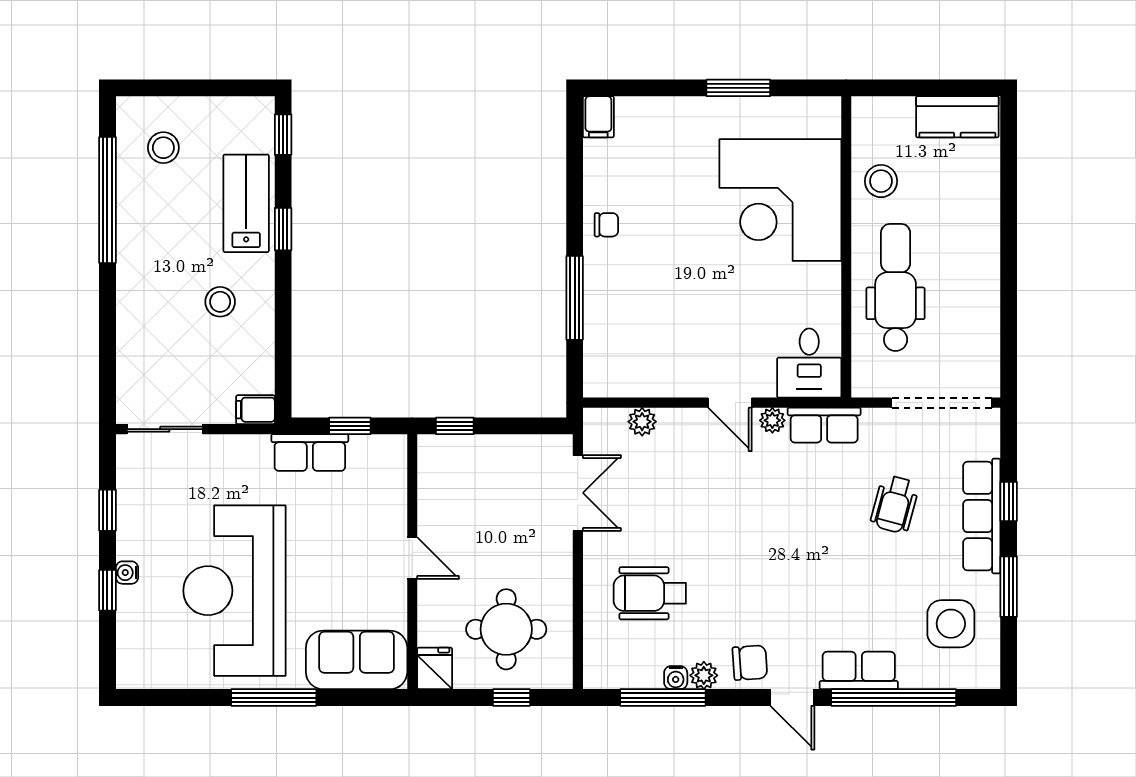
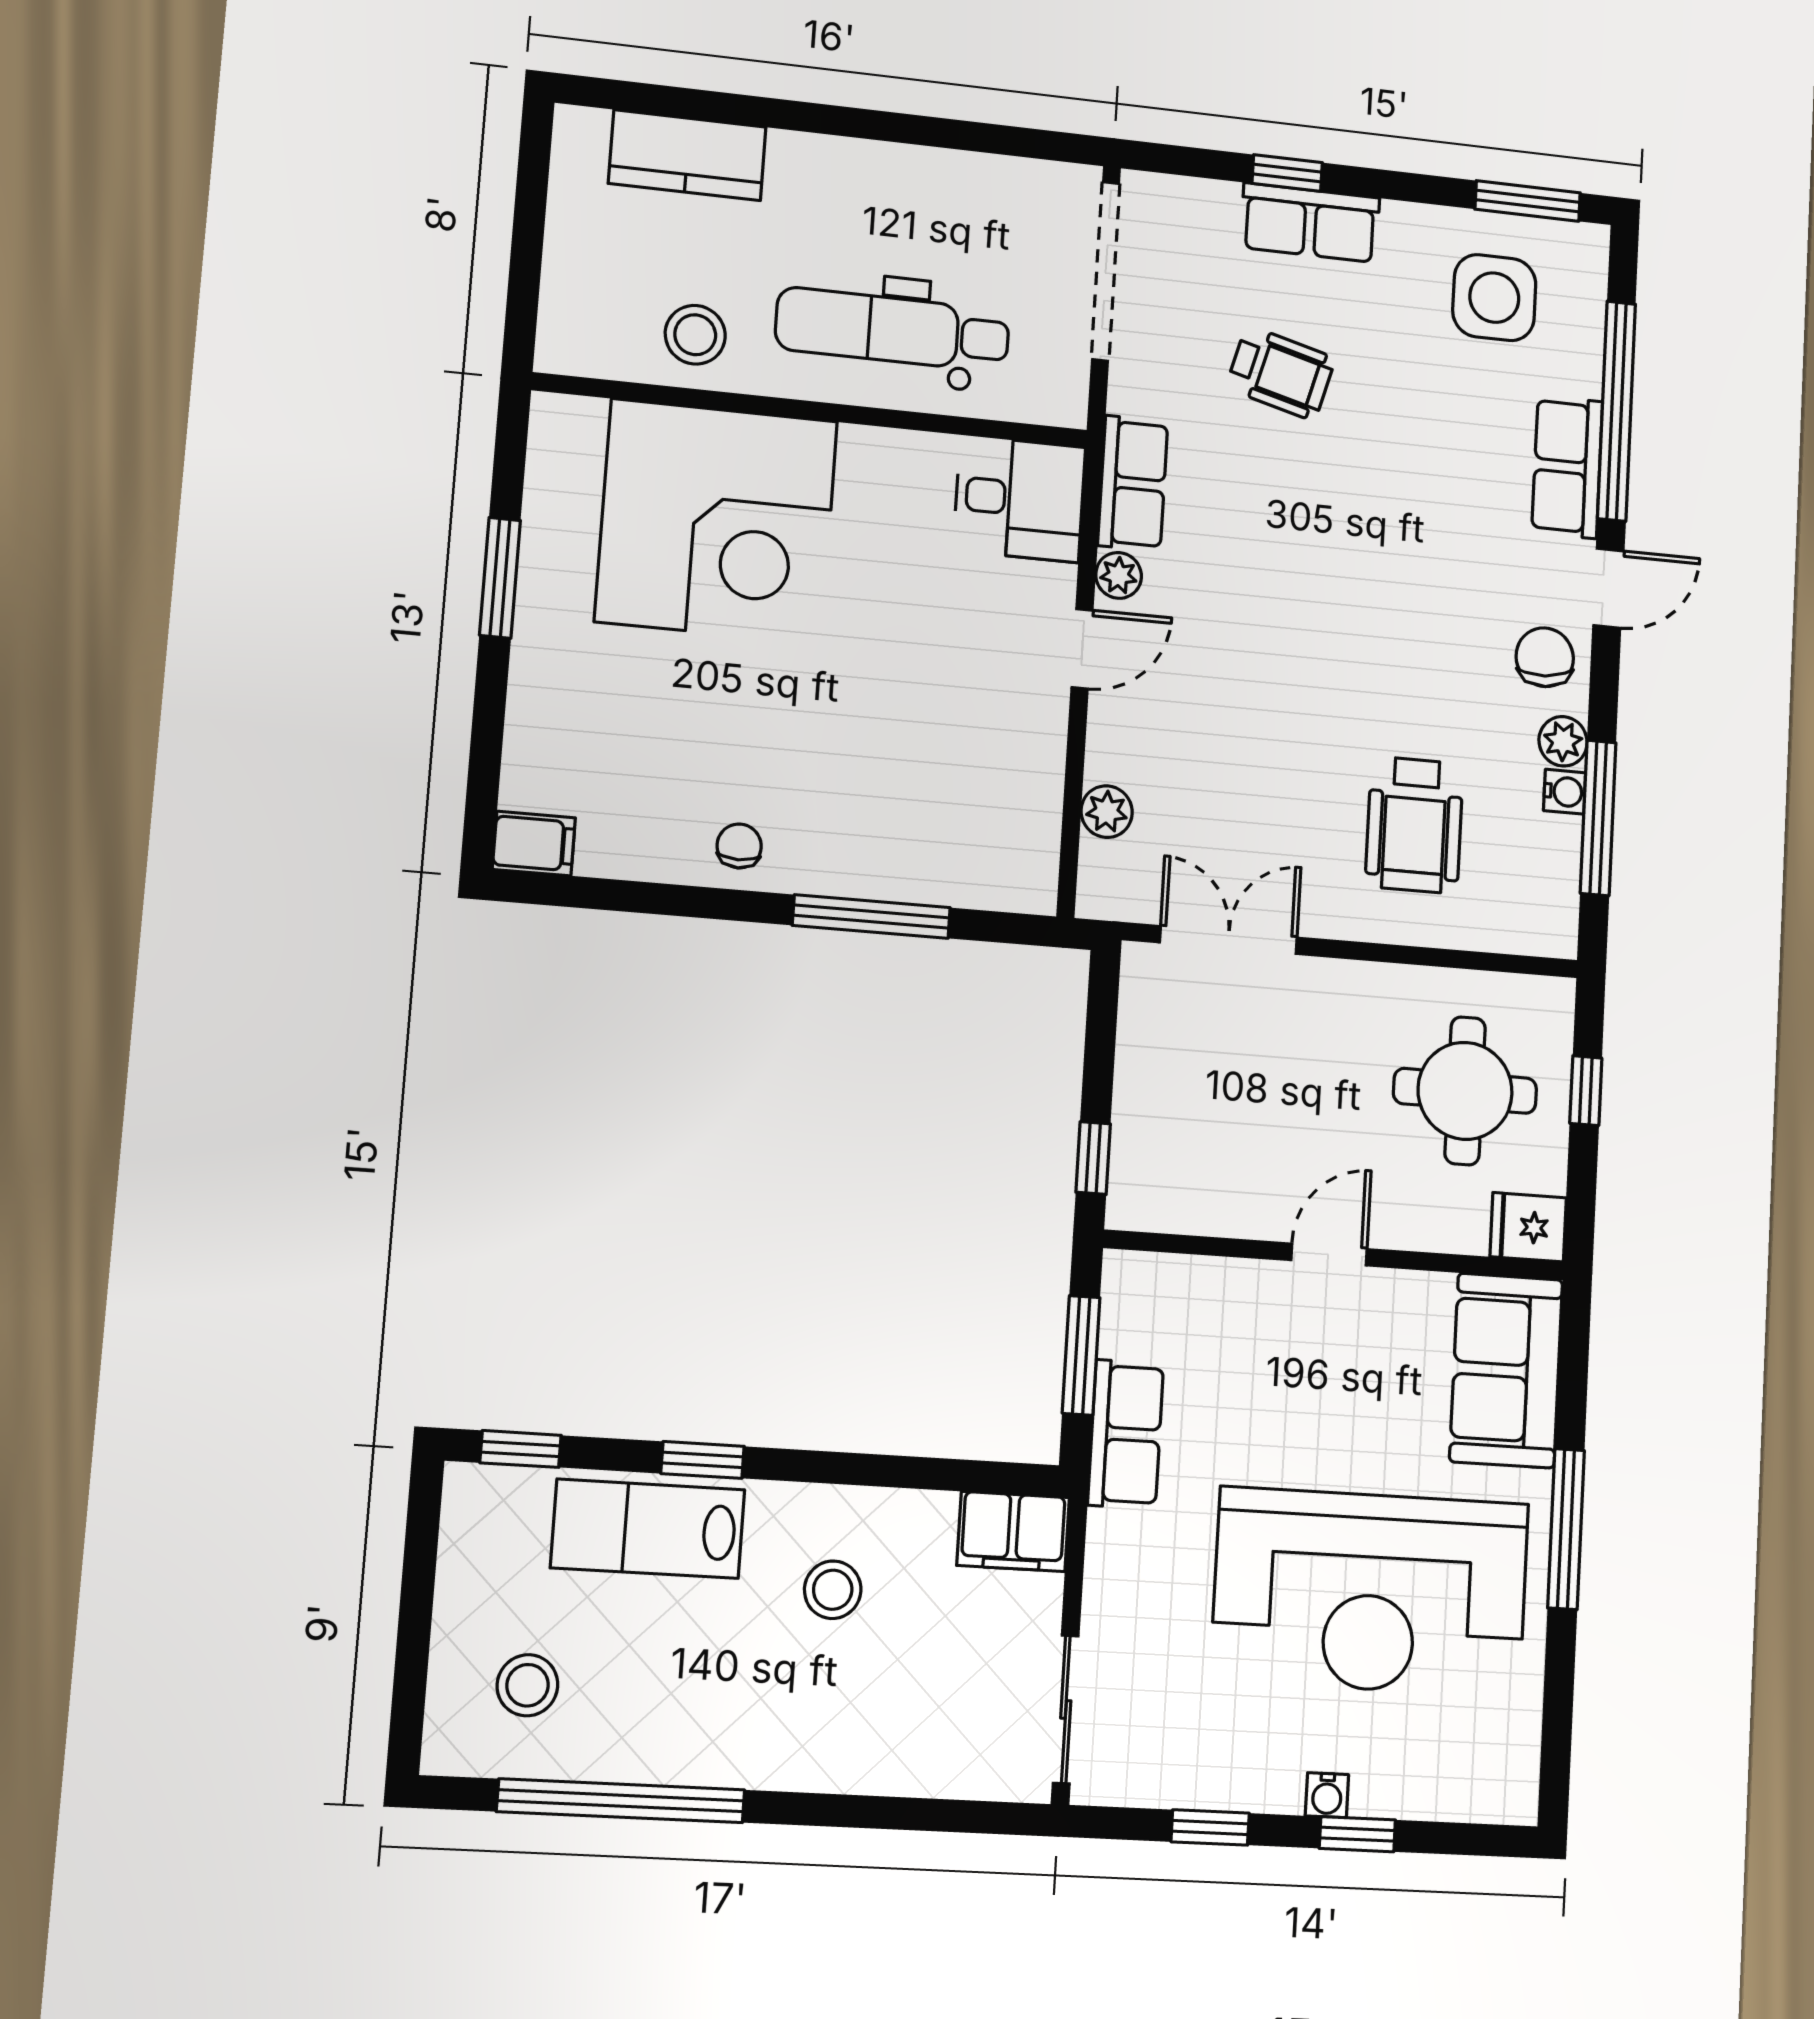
kitchen counter: (957, 117) -> (687, 155), moved, turned 90
filing cabinet: (255, 410) -> (1013, 1531), width x2.00
window: (350, 426) -> (1081, 1355), width x1.50
row of seats: (982, 516) -> (1310, 223), width x0.68
window: (1009, 587) -> (1528, 201), moved

